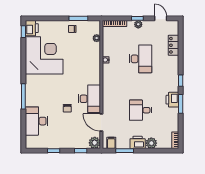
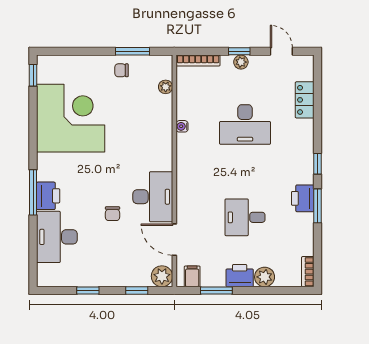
printer: (32, 28) -> (48, 196), moved
desk: (141, 59) -> (245, 124), turned 90

